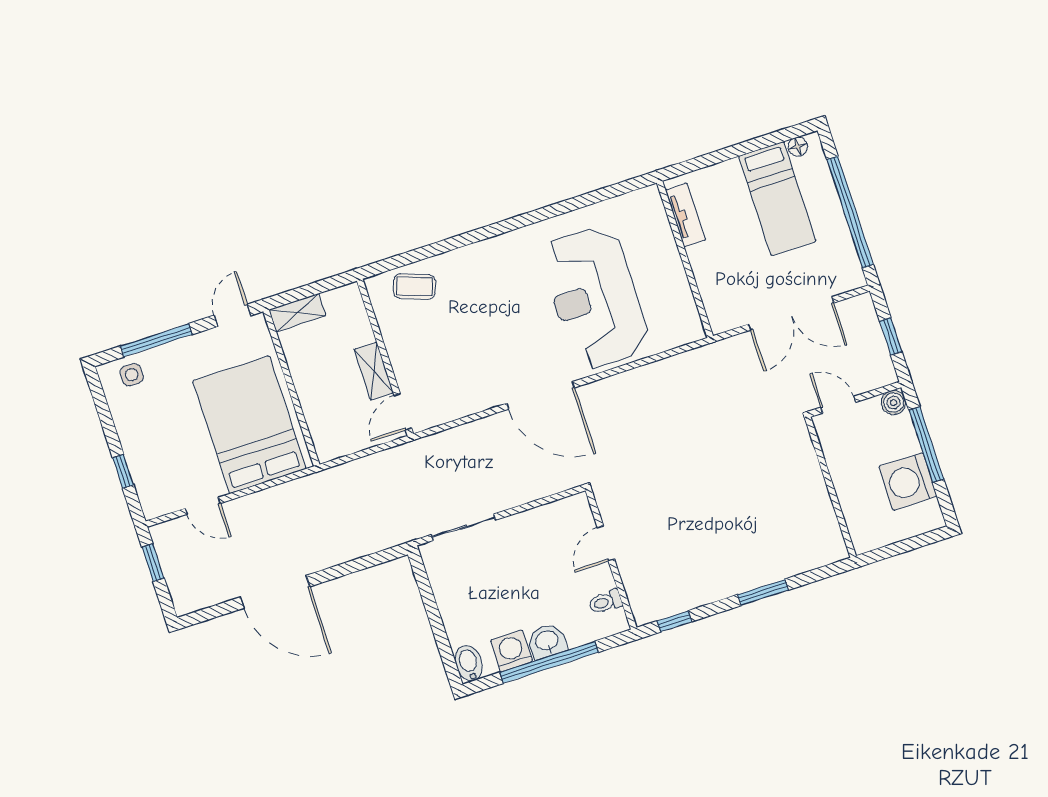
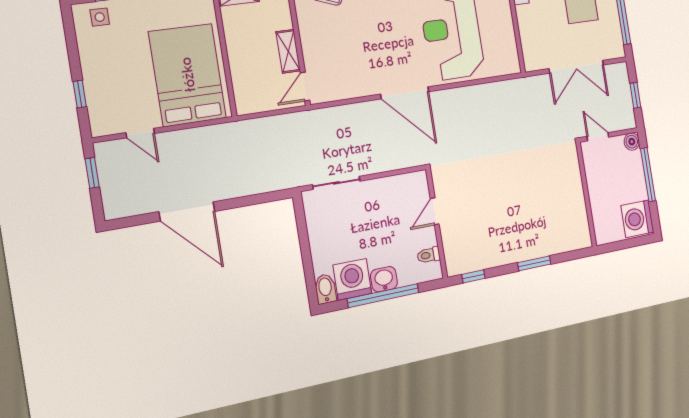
washing machine: (908, 481) -> (637, 219), moved
washing machine: (511, 651) -> (352, 279), width x1.37, depth x1.37

